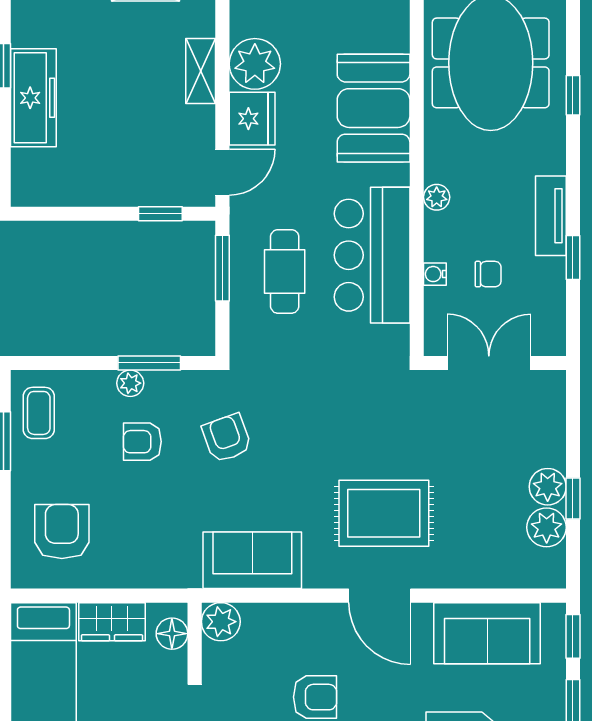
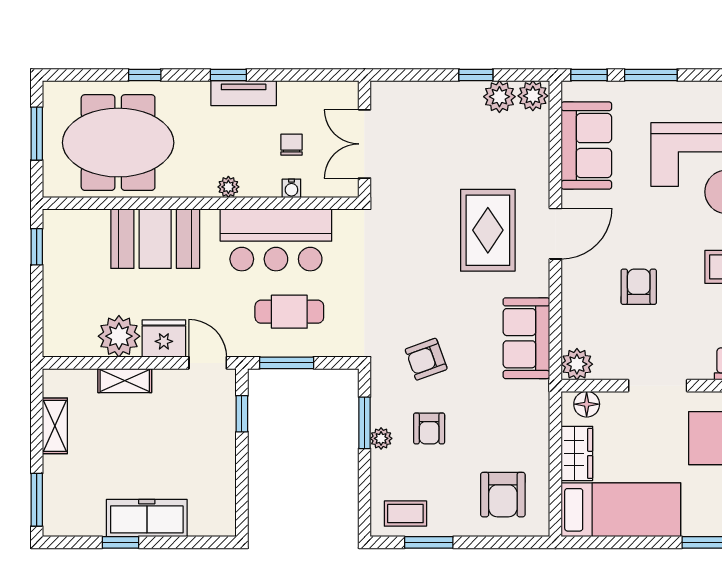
window: (573, 257) -> (228, 75), moved
plant: (548, 487) -> (533, 96), moved
armchair: (62, 532) -> (503, 495), turned -90

